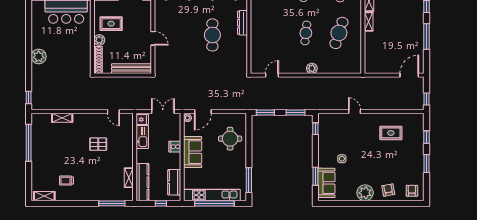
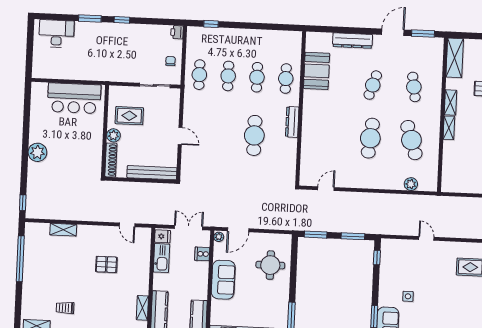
cafe table: (306, 33) -> (370, 138), width x1.37, depth x1.35
cafe table: (339, 33) -> (411, 140), turned -36
plant: (312, 68) -> (411, 184), moved
cooker: (175, 147) -> (202, 254), moved

